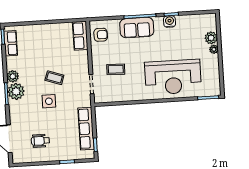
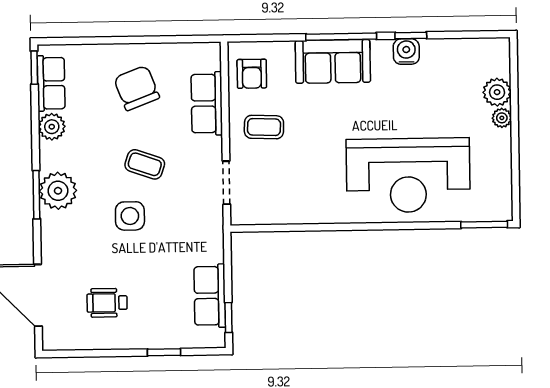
armchair: (101, 35) -> (252, 74), turned 90
row of seats: (80, 36) -> (207, 103), moved
chair: (49, 44) -> (137, 88), added
coffee table: (116, 69) -> (264, 127), moved
plant: (13, 76) -> (52, 127), moved
row of seats: (86, 129) -> (210, 296), width x0.68

